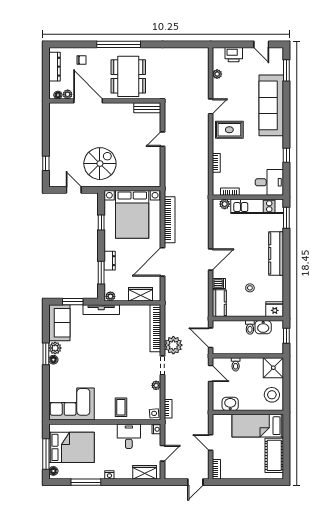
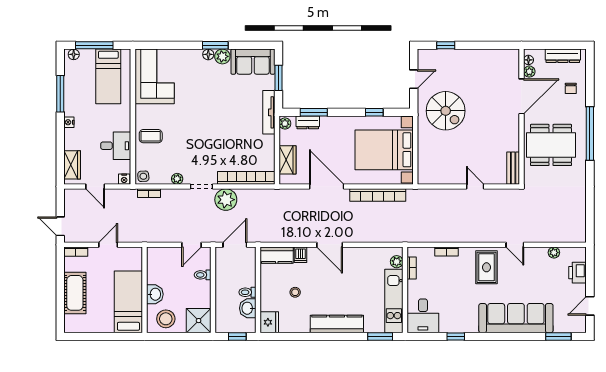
dresser: (110, 261) -> (308, 122), moved
washbasin: (230, 404) -> (155, 294), moved
bed: (72, 447) -> (108, 76), width x0.67
cot: (274, 455) -> (75, 293), moved, turned 90

